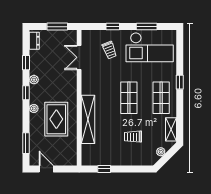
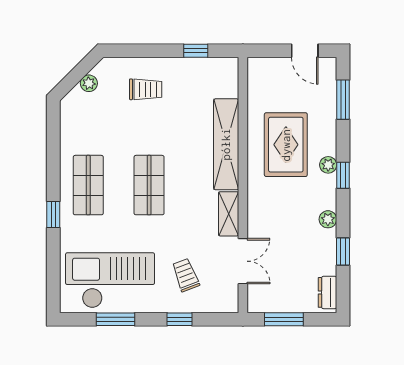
window: (26, 93) -> (343, 175), moved
shelving: (171, 129) -> (229, 214), moved
trolley: (133, 137) -> (146, 89), moved

